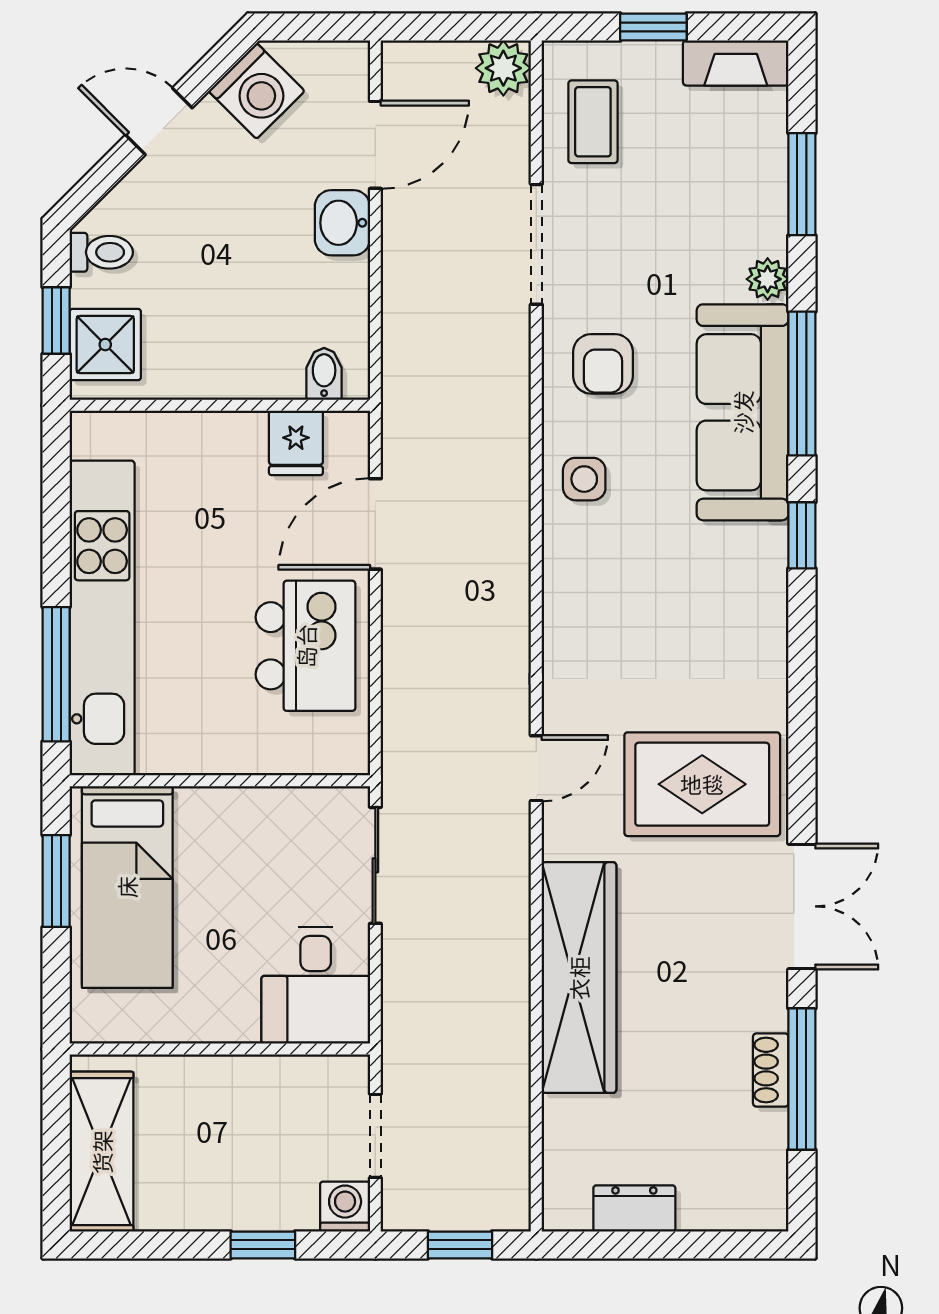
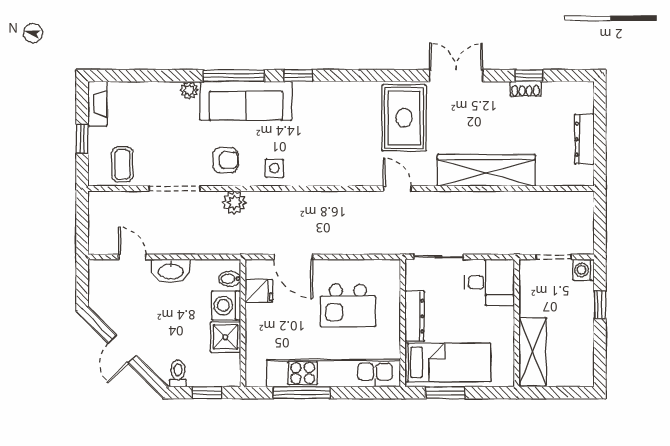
plant: (503, 68) -> (234, 203), moved
washing machine: (257, 91) -> (226, 305), moved, turned -135
coffee table: (593, 122) -> (122, 164), turned 90
door: (375, 145) -> (132, 257), width x0.73
window: (802, 184) -> (149, 76), removed
washbasin: (342, 223) -> (171, 271), width x1.38
shower: (105, 345) -> (225, 337), moved
kitchen island: (306, 646) -> (348, 305), moved, turned 180
window: (56, 674) -> (301, 393), moved
dresser: (236, 809) -> (415, 316), added
window: (802, 1079) -> (529, 76), width x0.46
shelving: (102, 1152) -> (533, 352), moved, turned 90
dresser: (634, 1208) -> (584, 139), width x1.44
window: (460, 1245) -> (600, 221), removed

